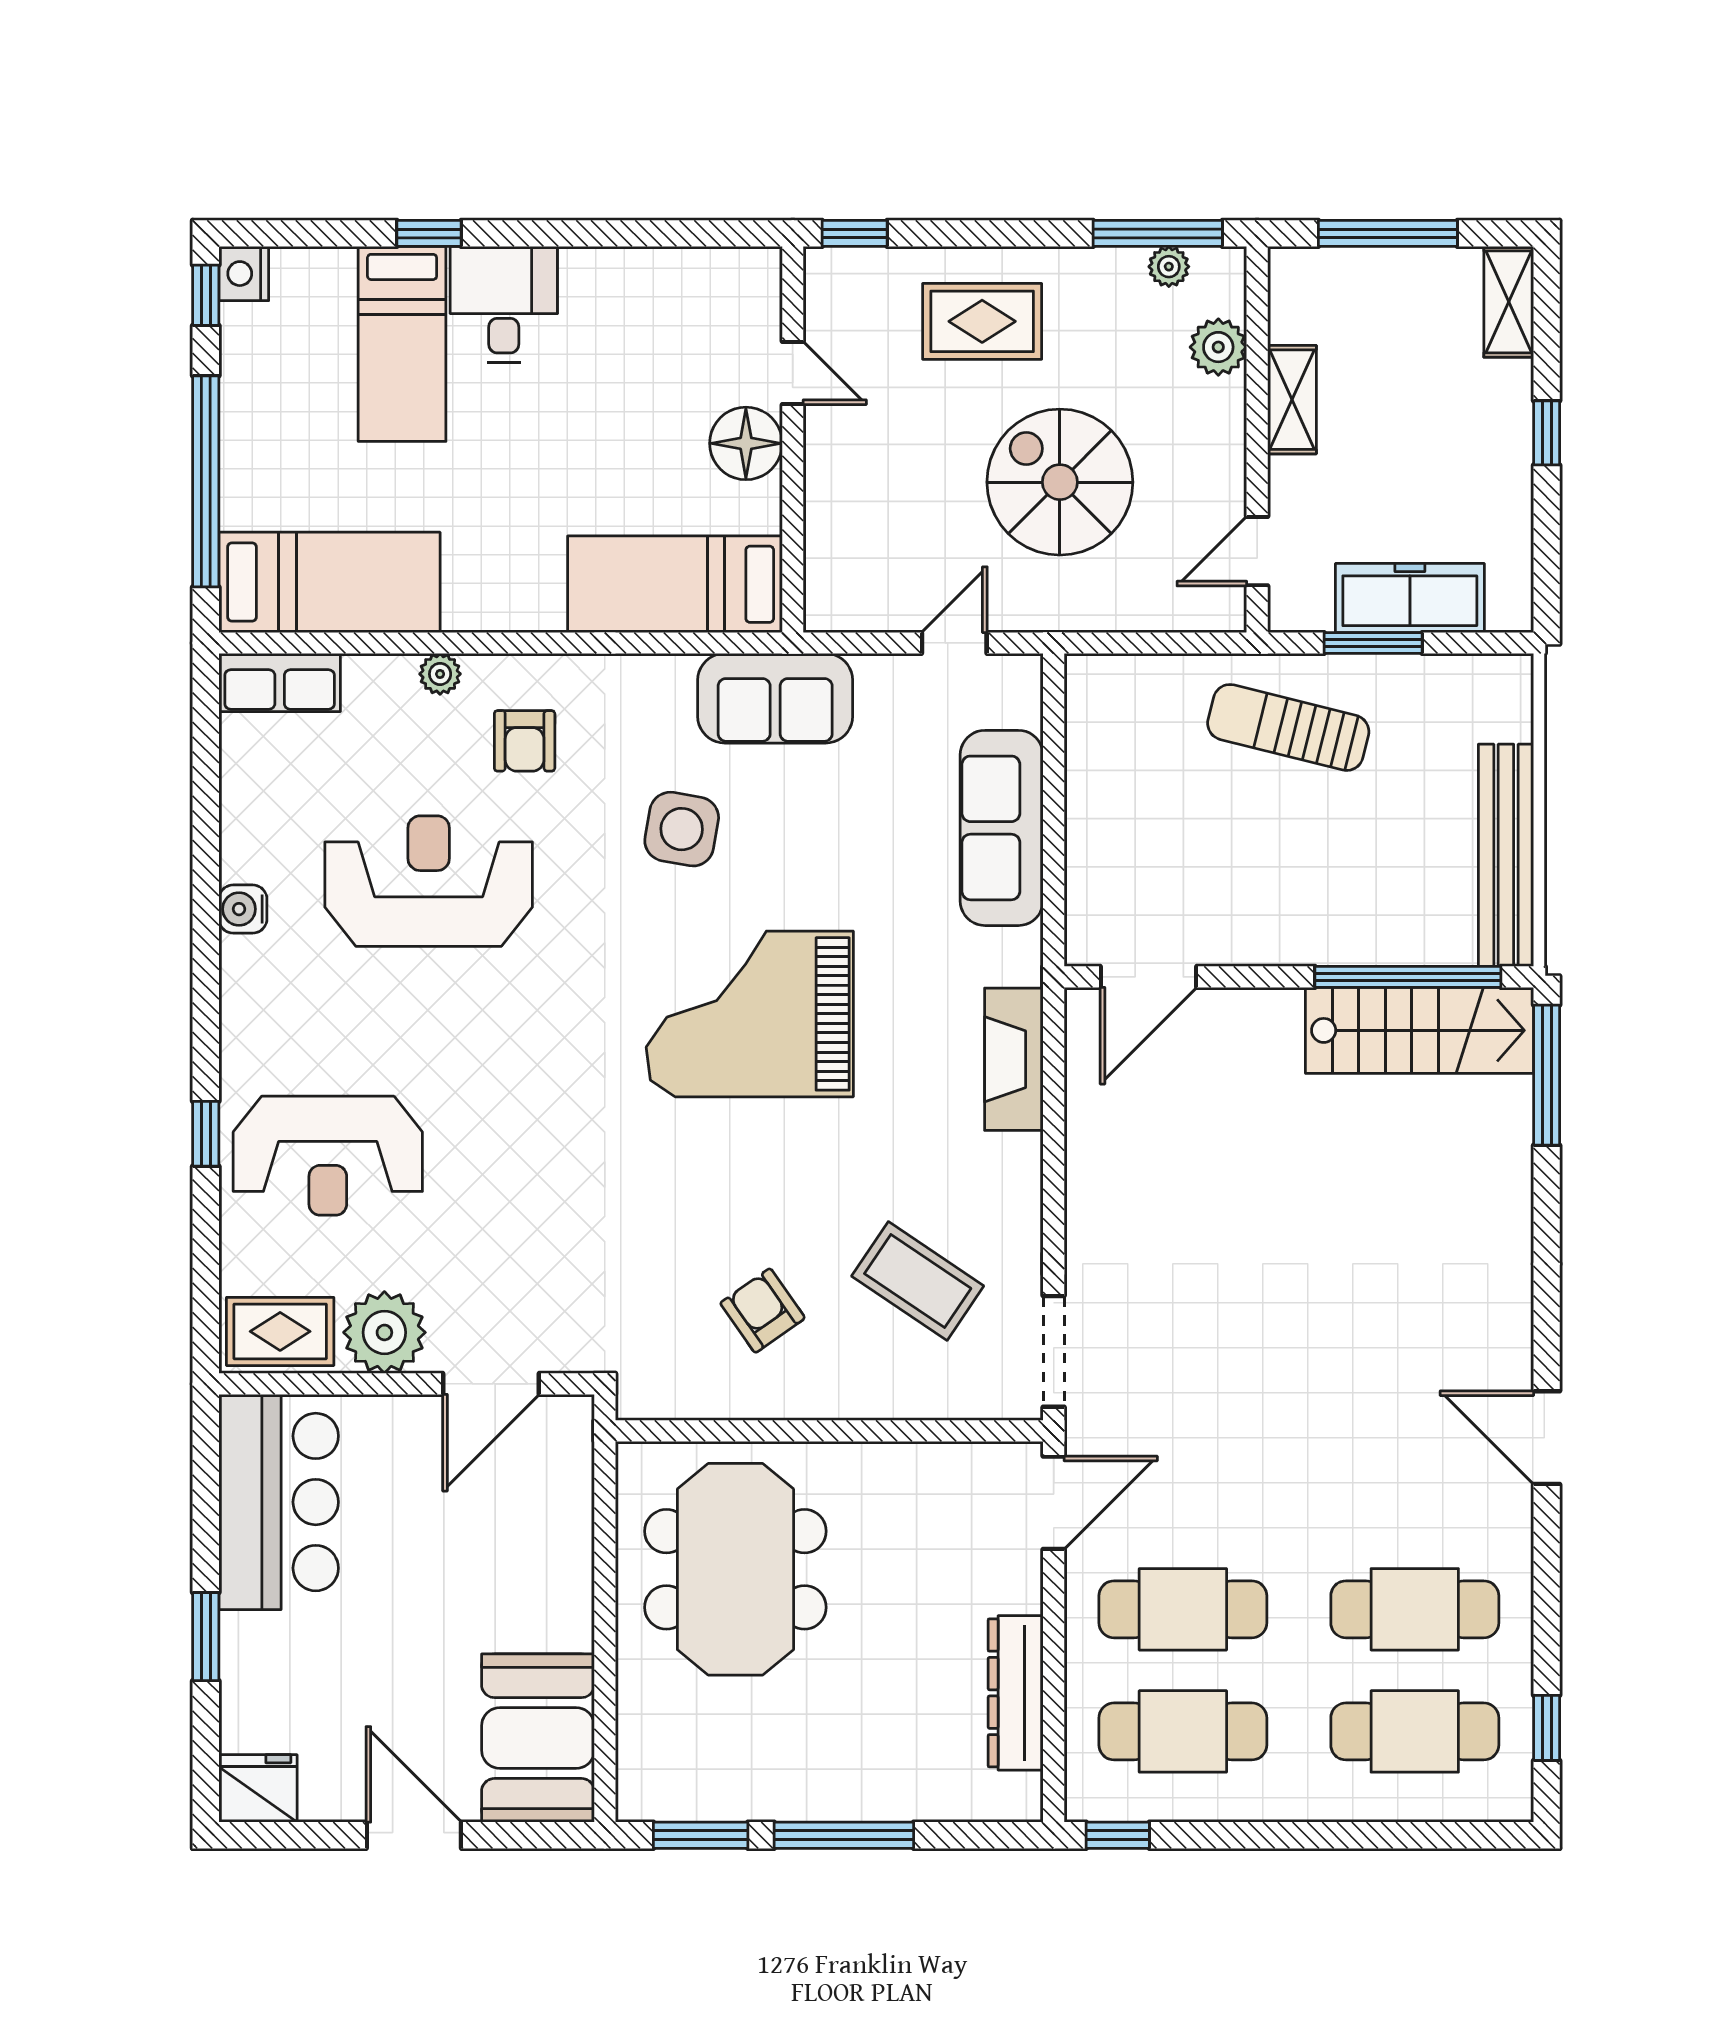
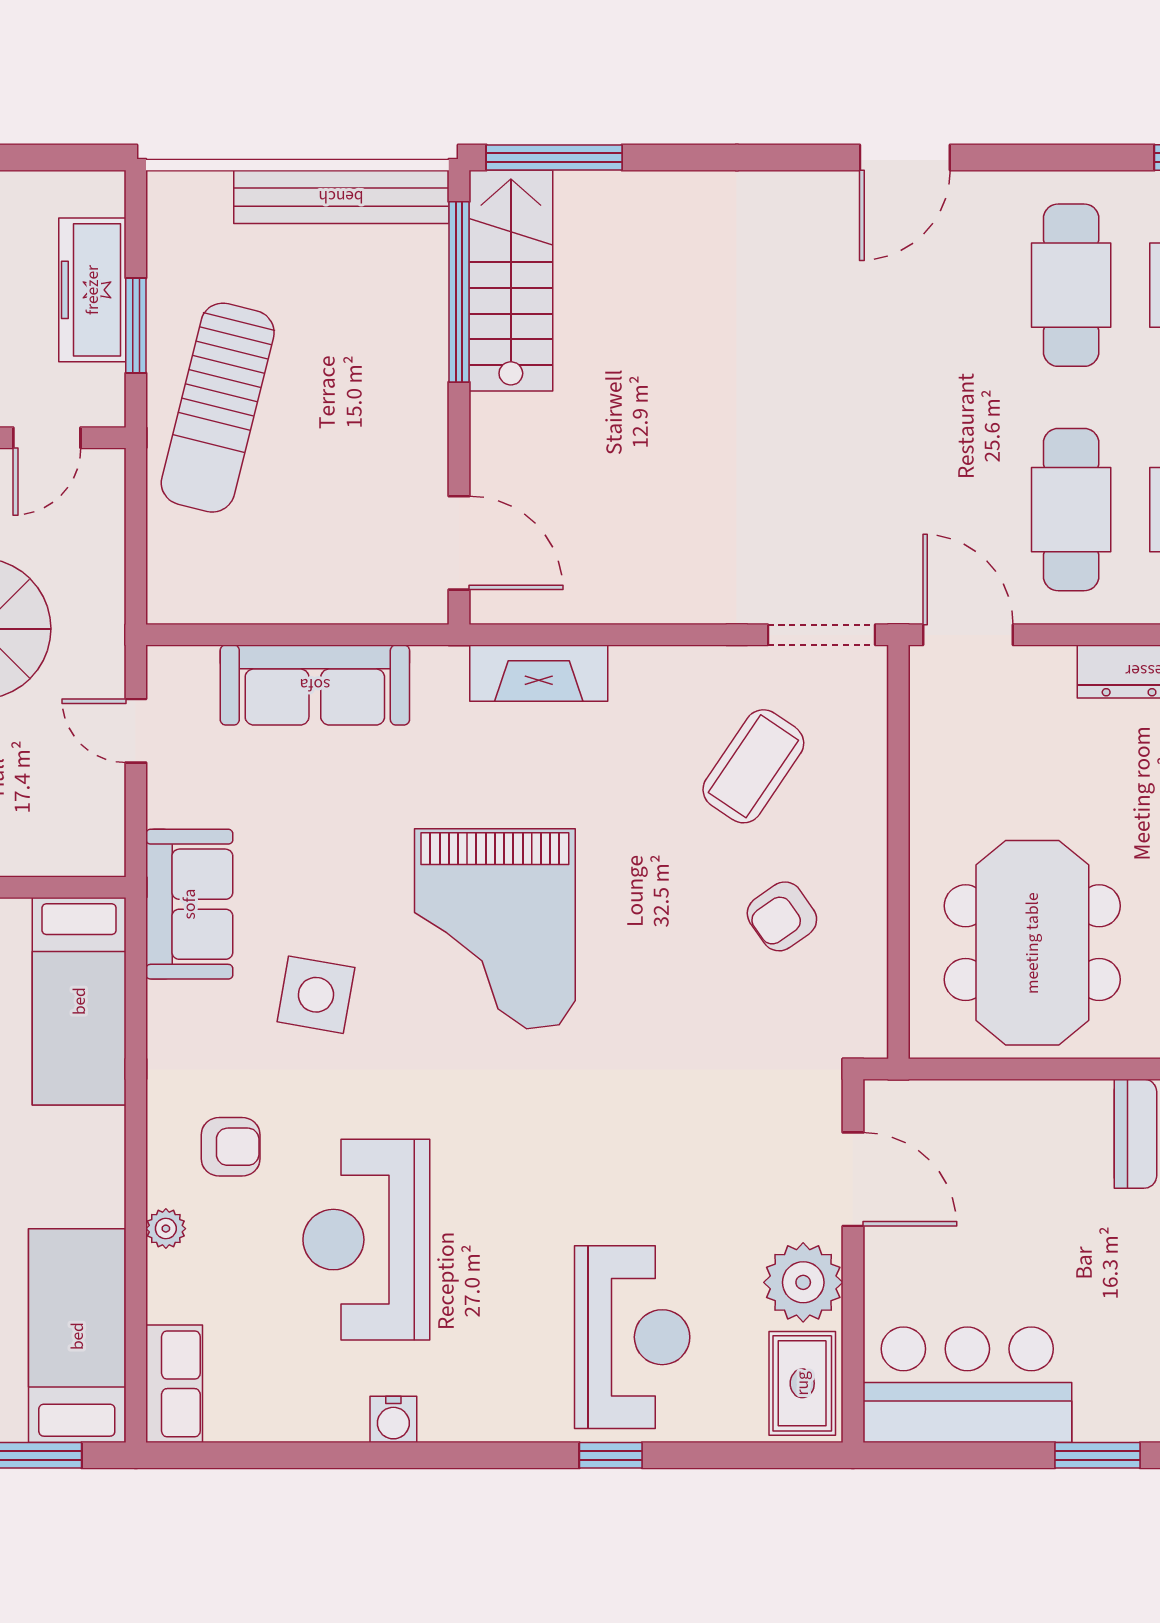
door: (1257, 551) -> (47, 438), hinge flipped
sun lounger: (1288, 727) -> (218, 408), width x1.36, depth x1.34
meeting table: (735, 1569) -> (1032, 943), turned 90

